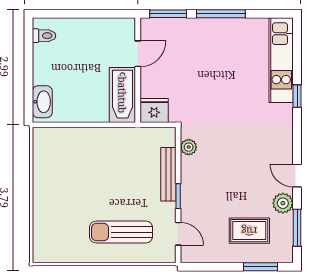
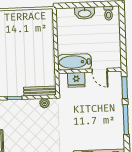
washbasin: (42, 102) -> (85, 13), moved
fridge: (154, 110) -> (76, 80), moved, turned 90
bench: (168, 174) -> (40, 91), moved

